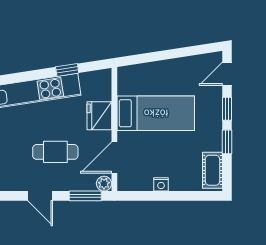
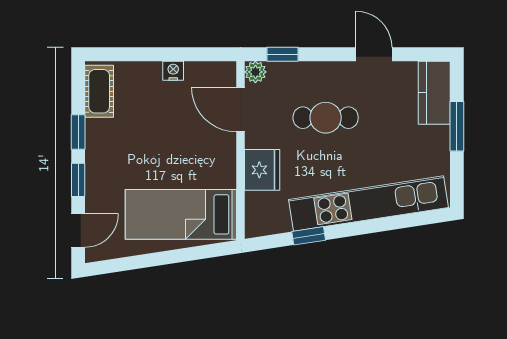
bed: (156, 113) -> (181, 214), moved
door: (114, 158) -> (241, 110), swing flipped
door: (40, 196) -> (374, 54), moved
window: (85, 196) -> (283, 54), width x0.67

